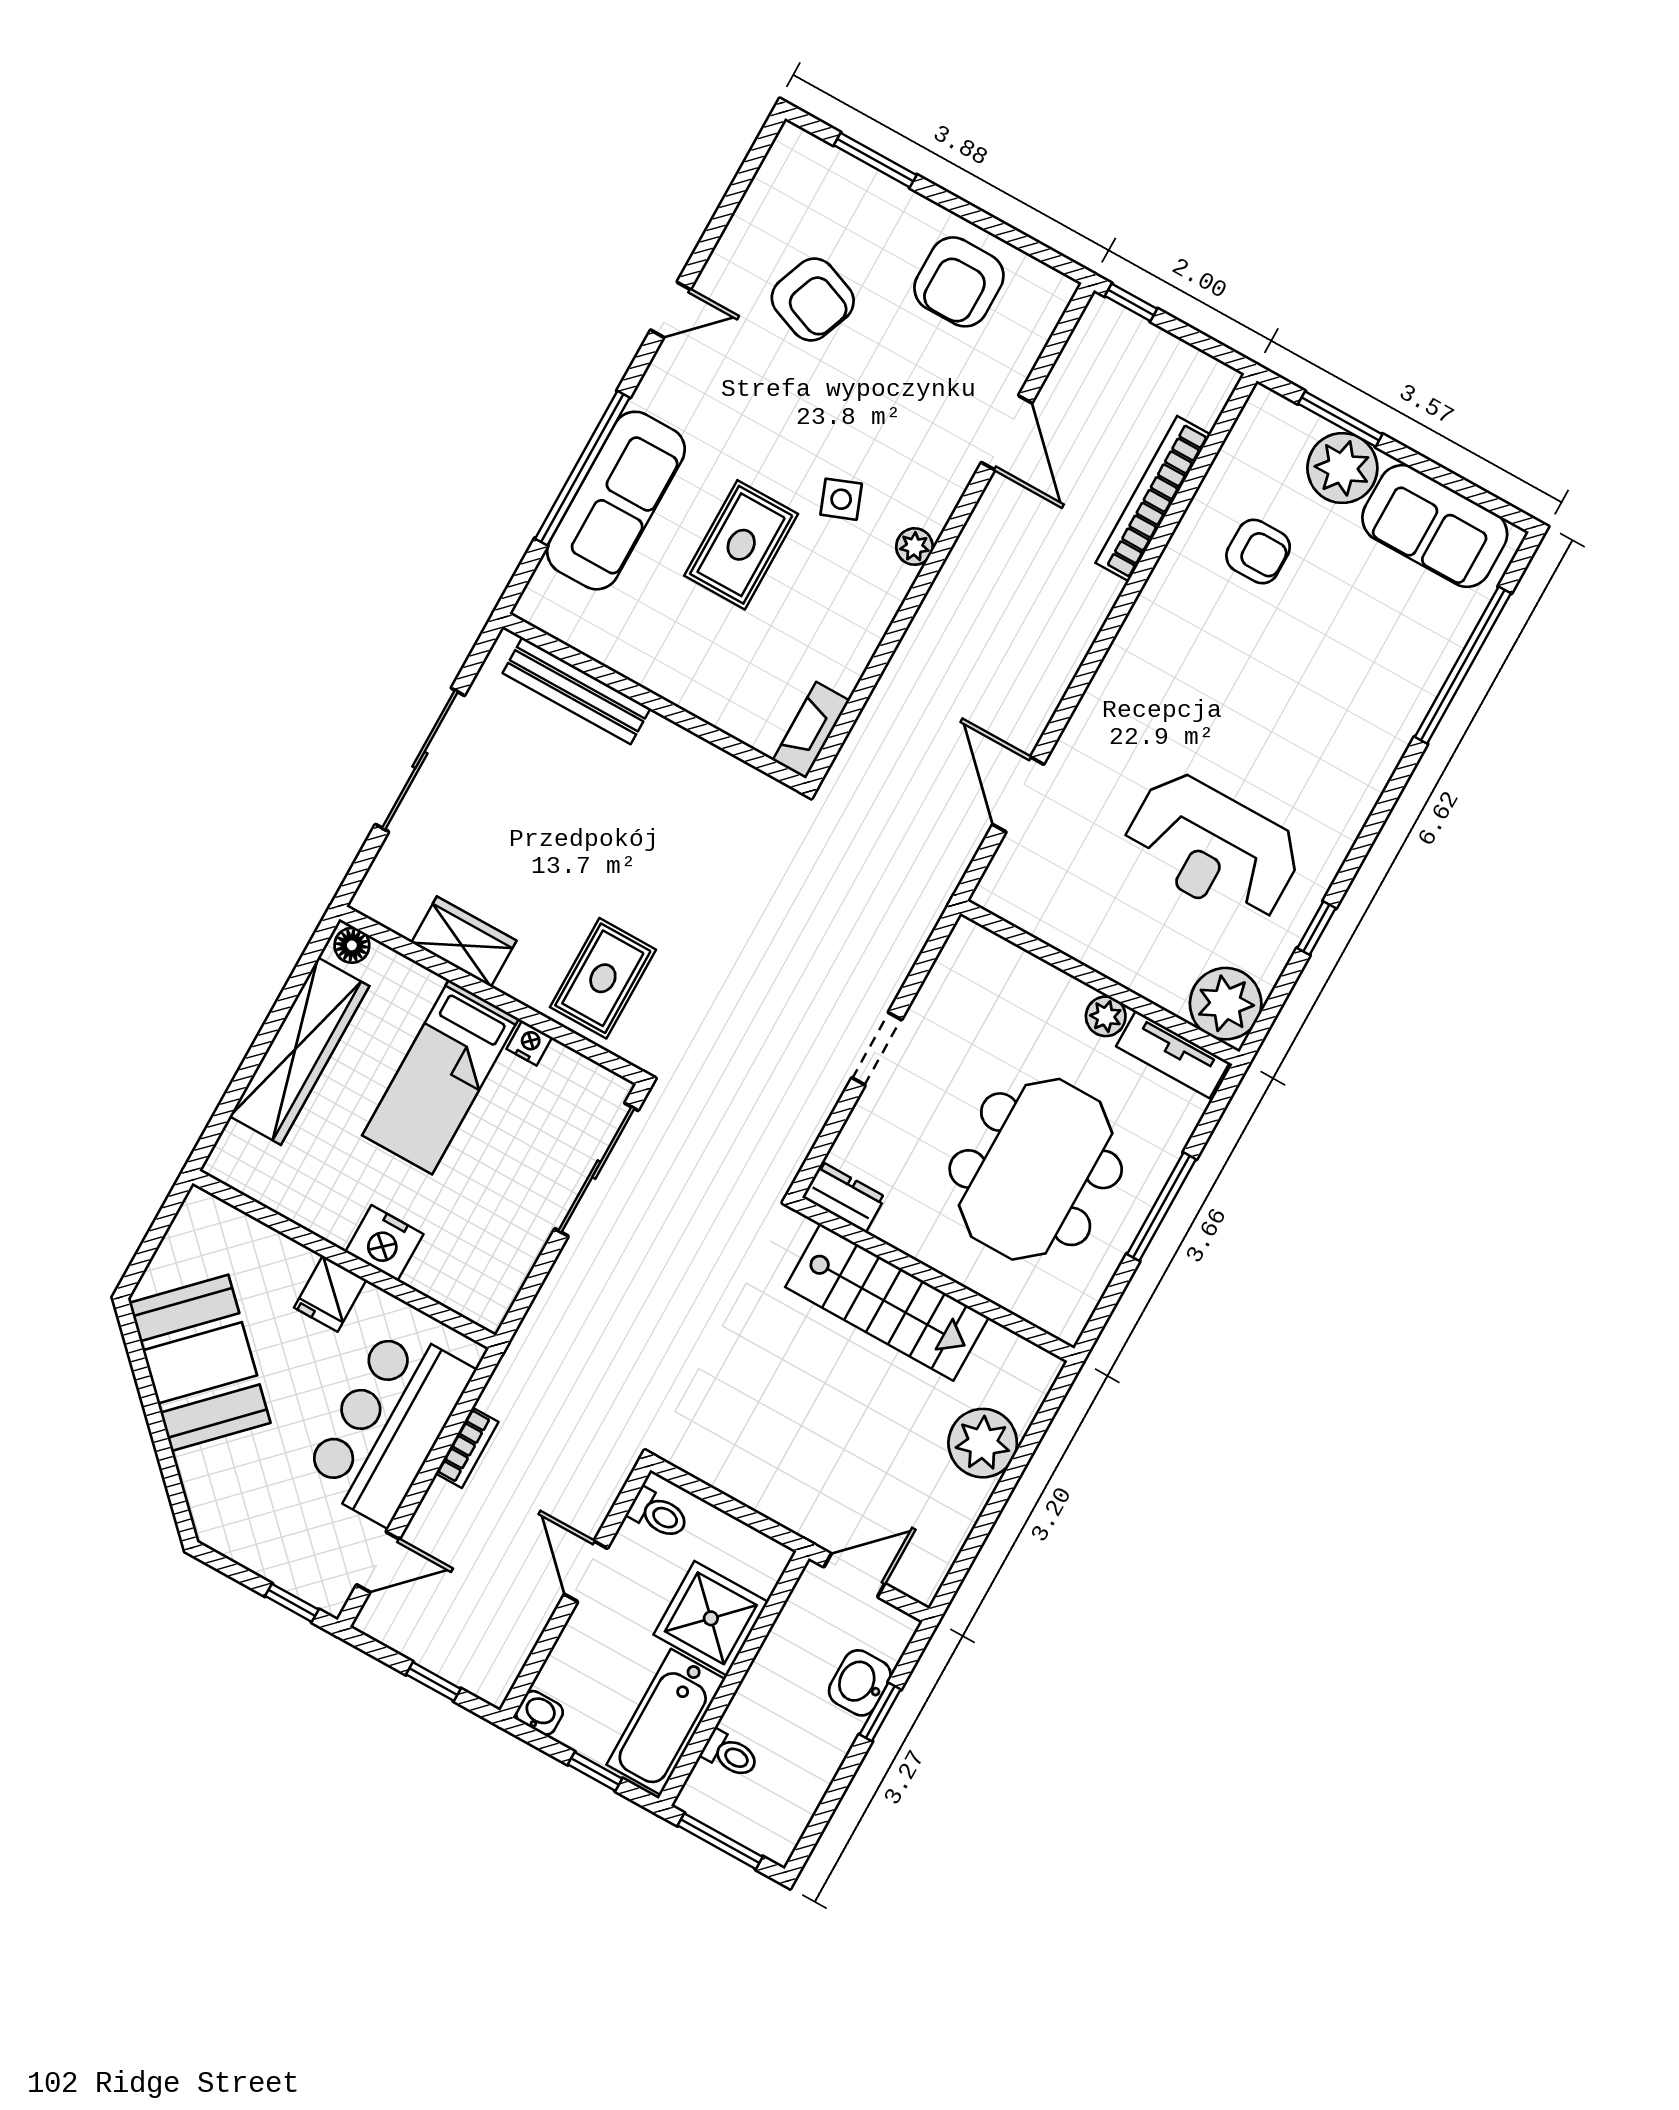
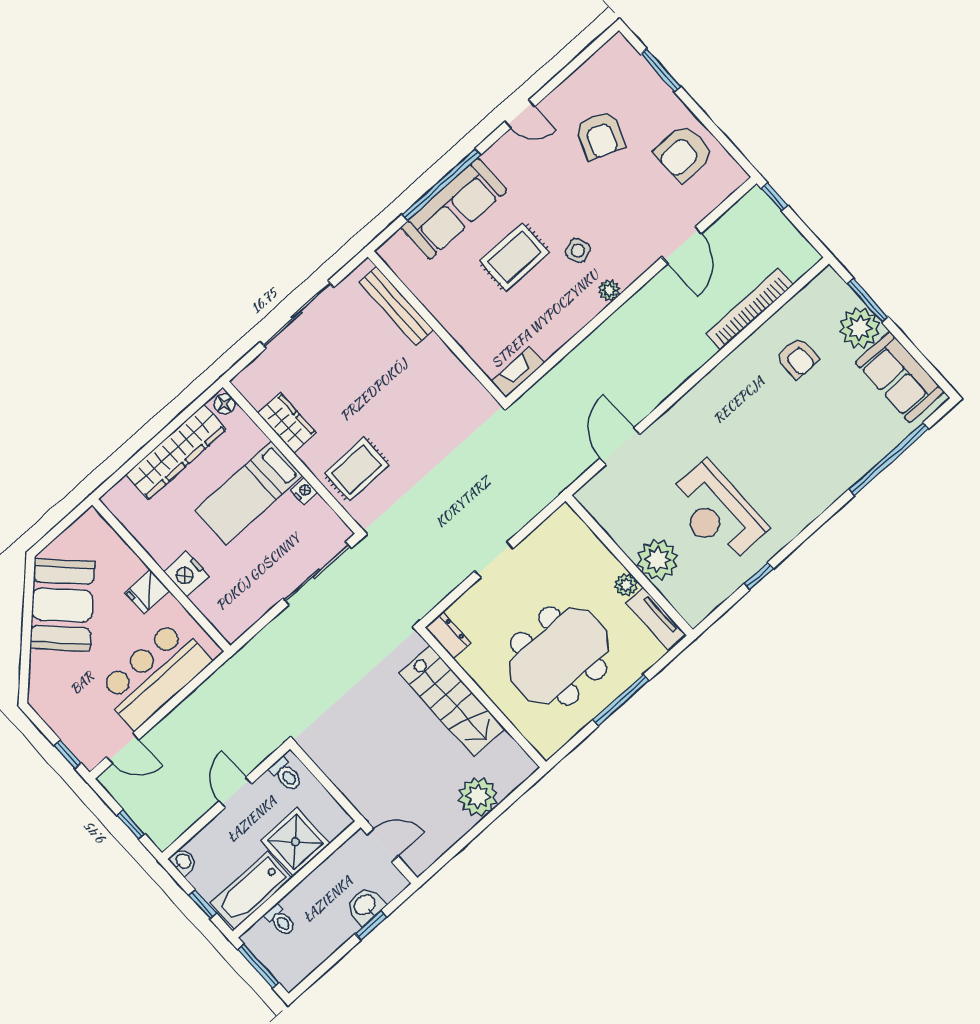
plant: (1226, 1004) -> (658, 560), moved
bookcase: (467, 1448) -> (193, 702), removed

